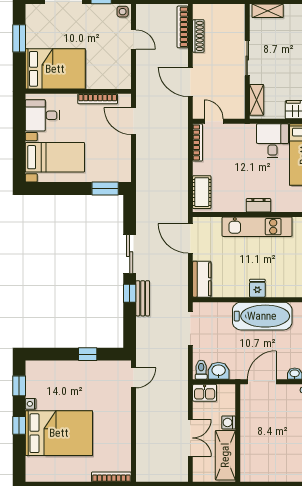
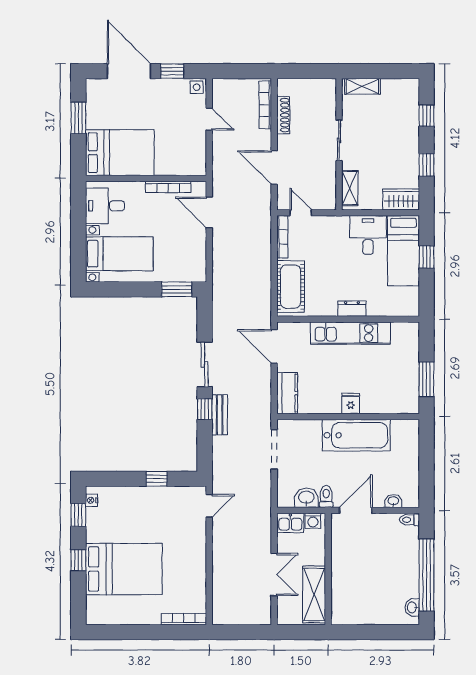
cot: (202, 192) -> (291, 287), width x1.37, depth x1.34
toilet: (201, 370) -> (326, 497), moved
nightstand: (31, 404) -> (92, 500), moved
washing machine: (229, 422) -> (313, 521), moved, turned -90

